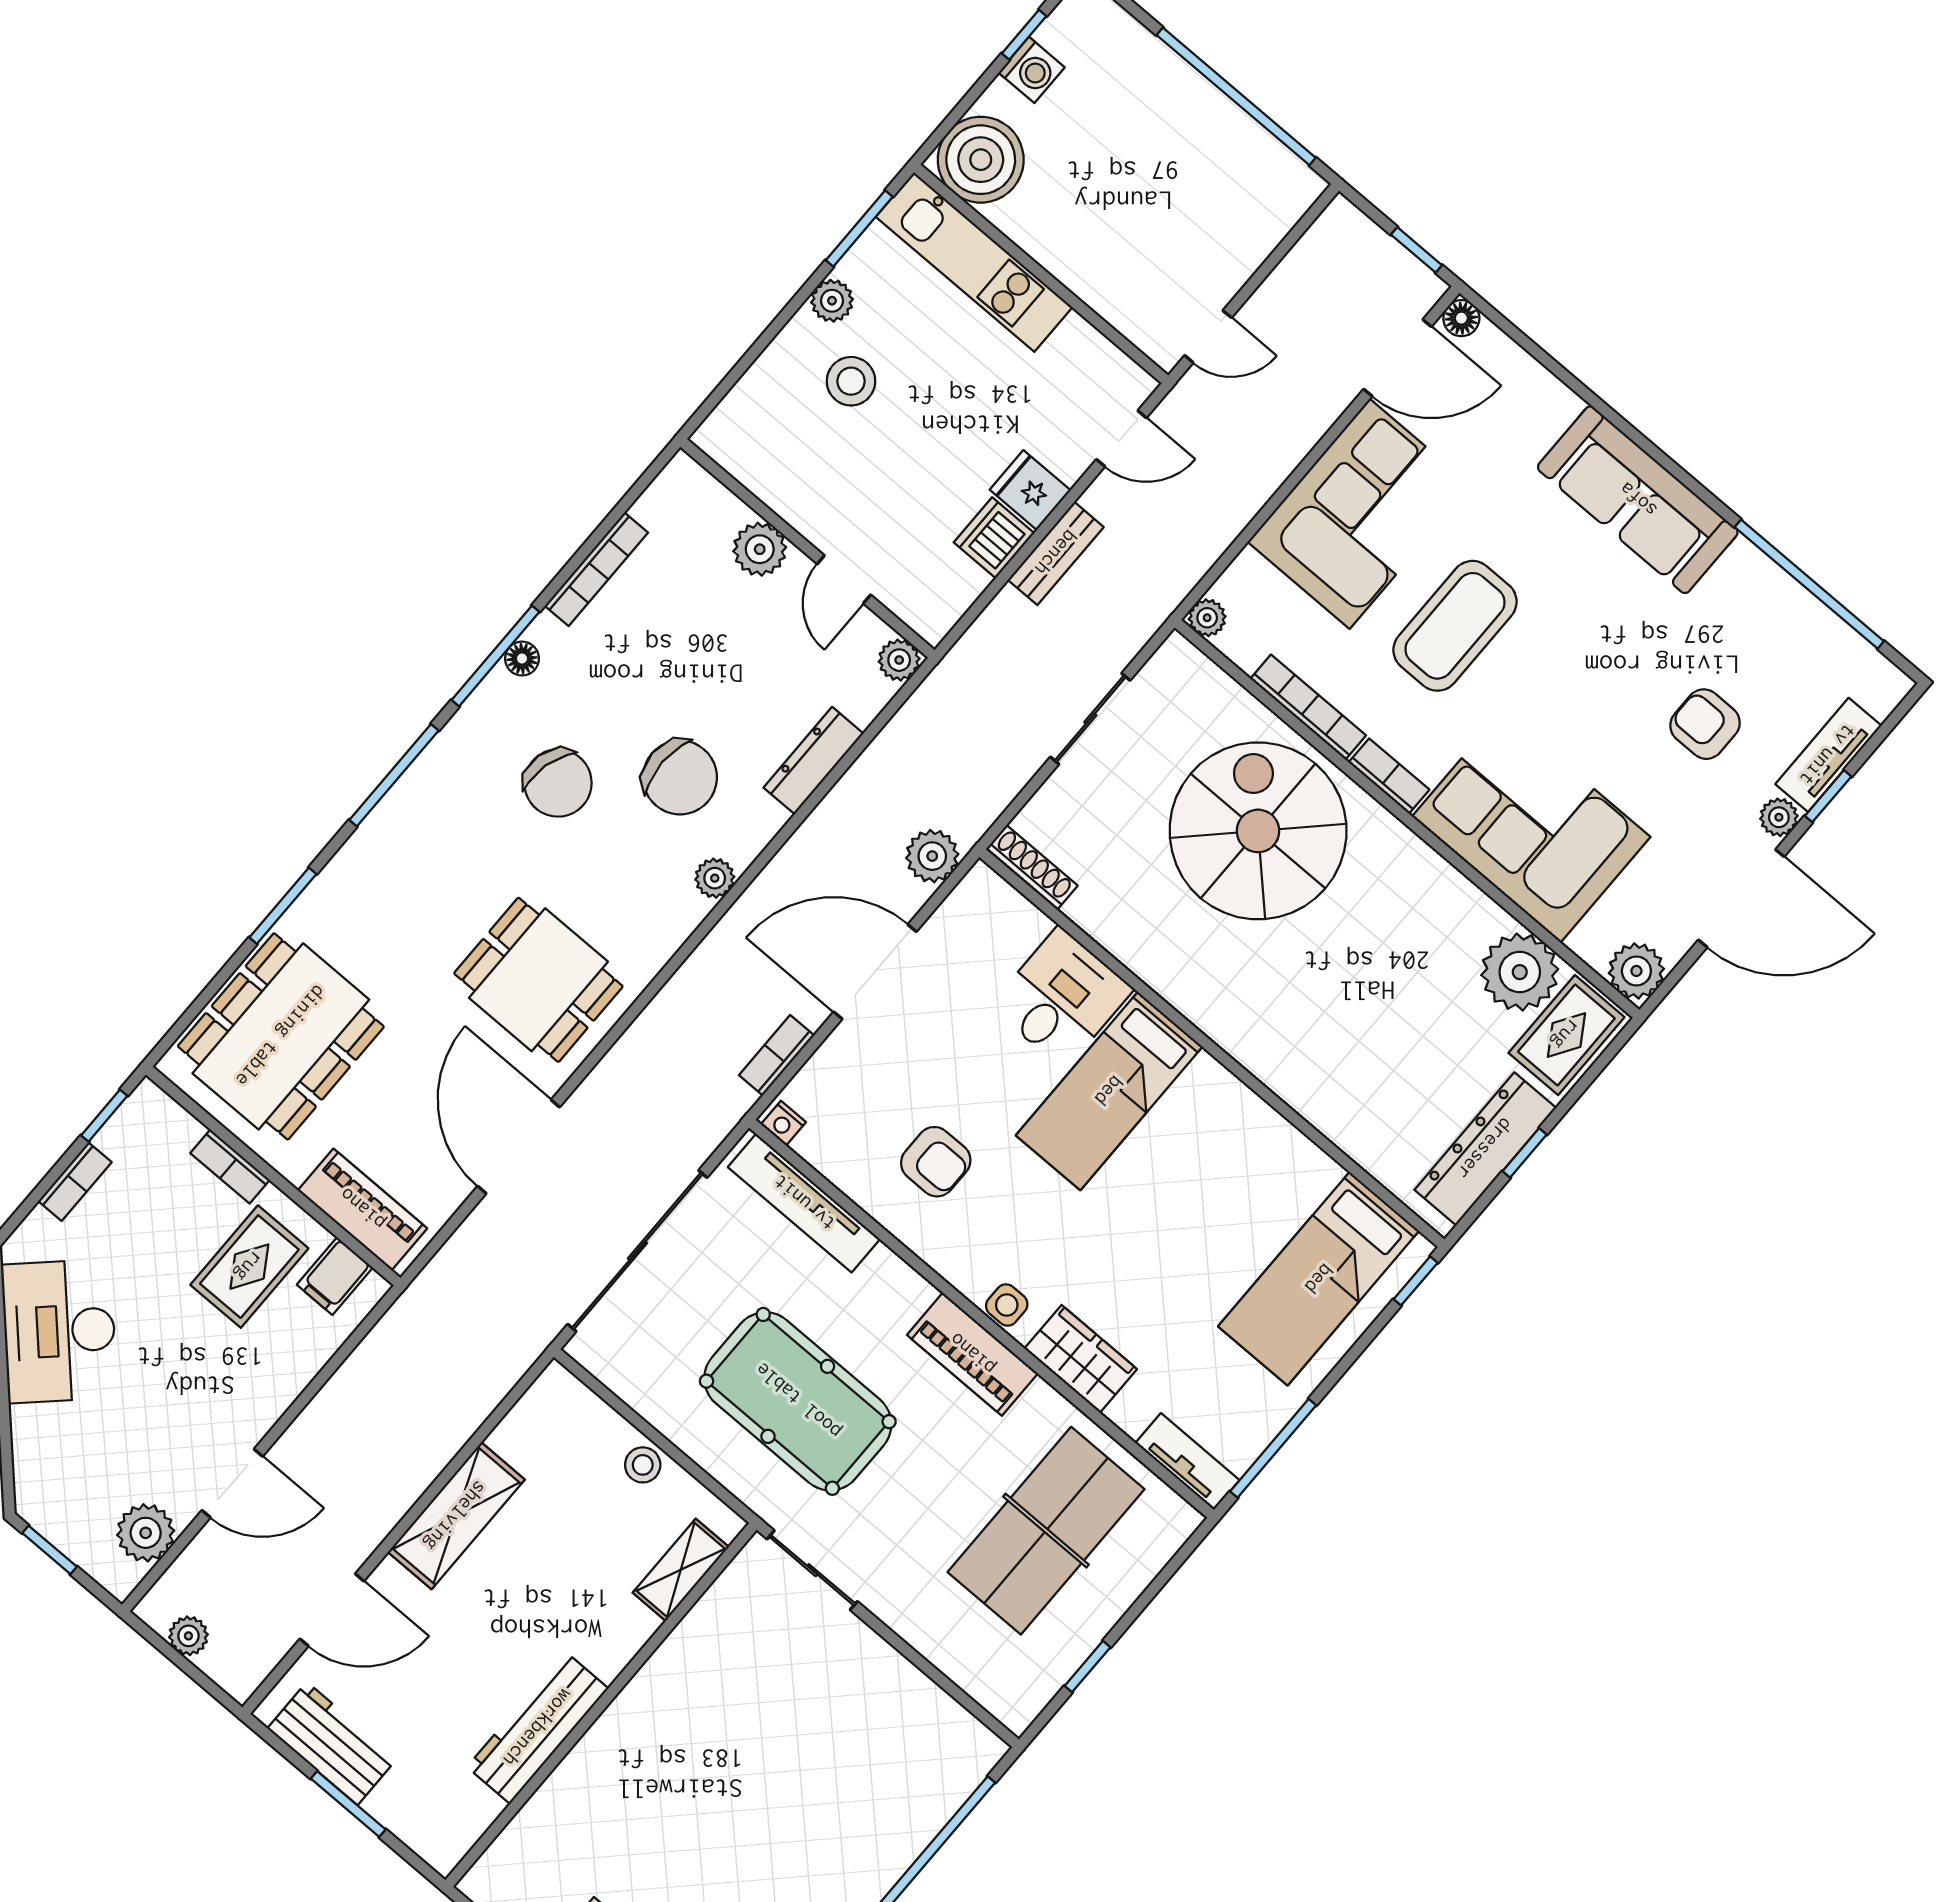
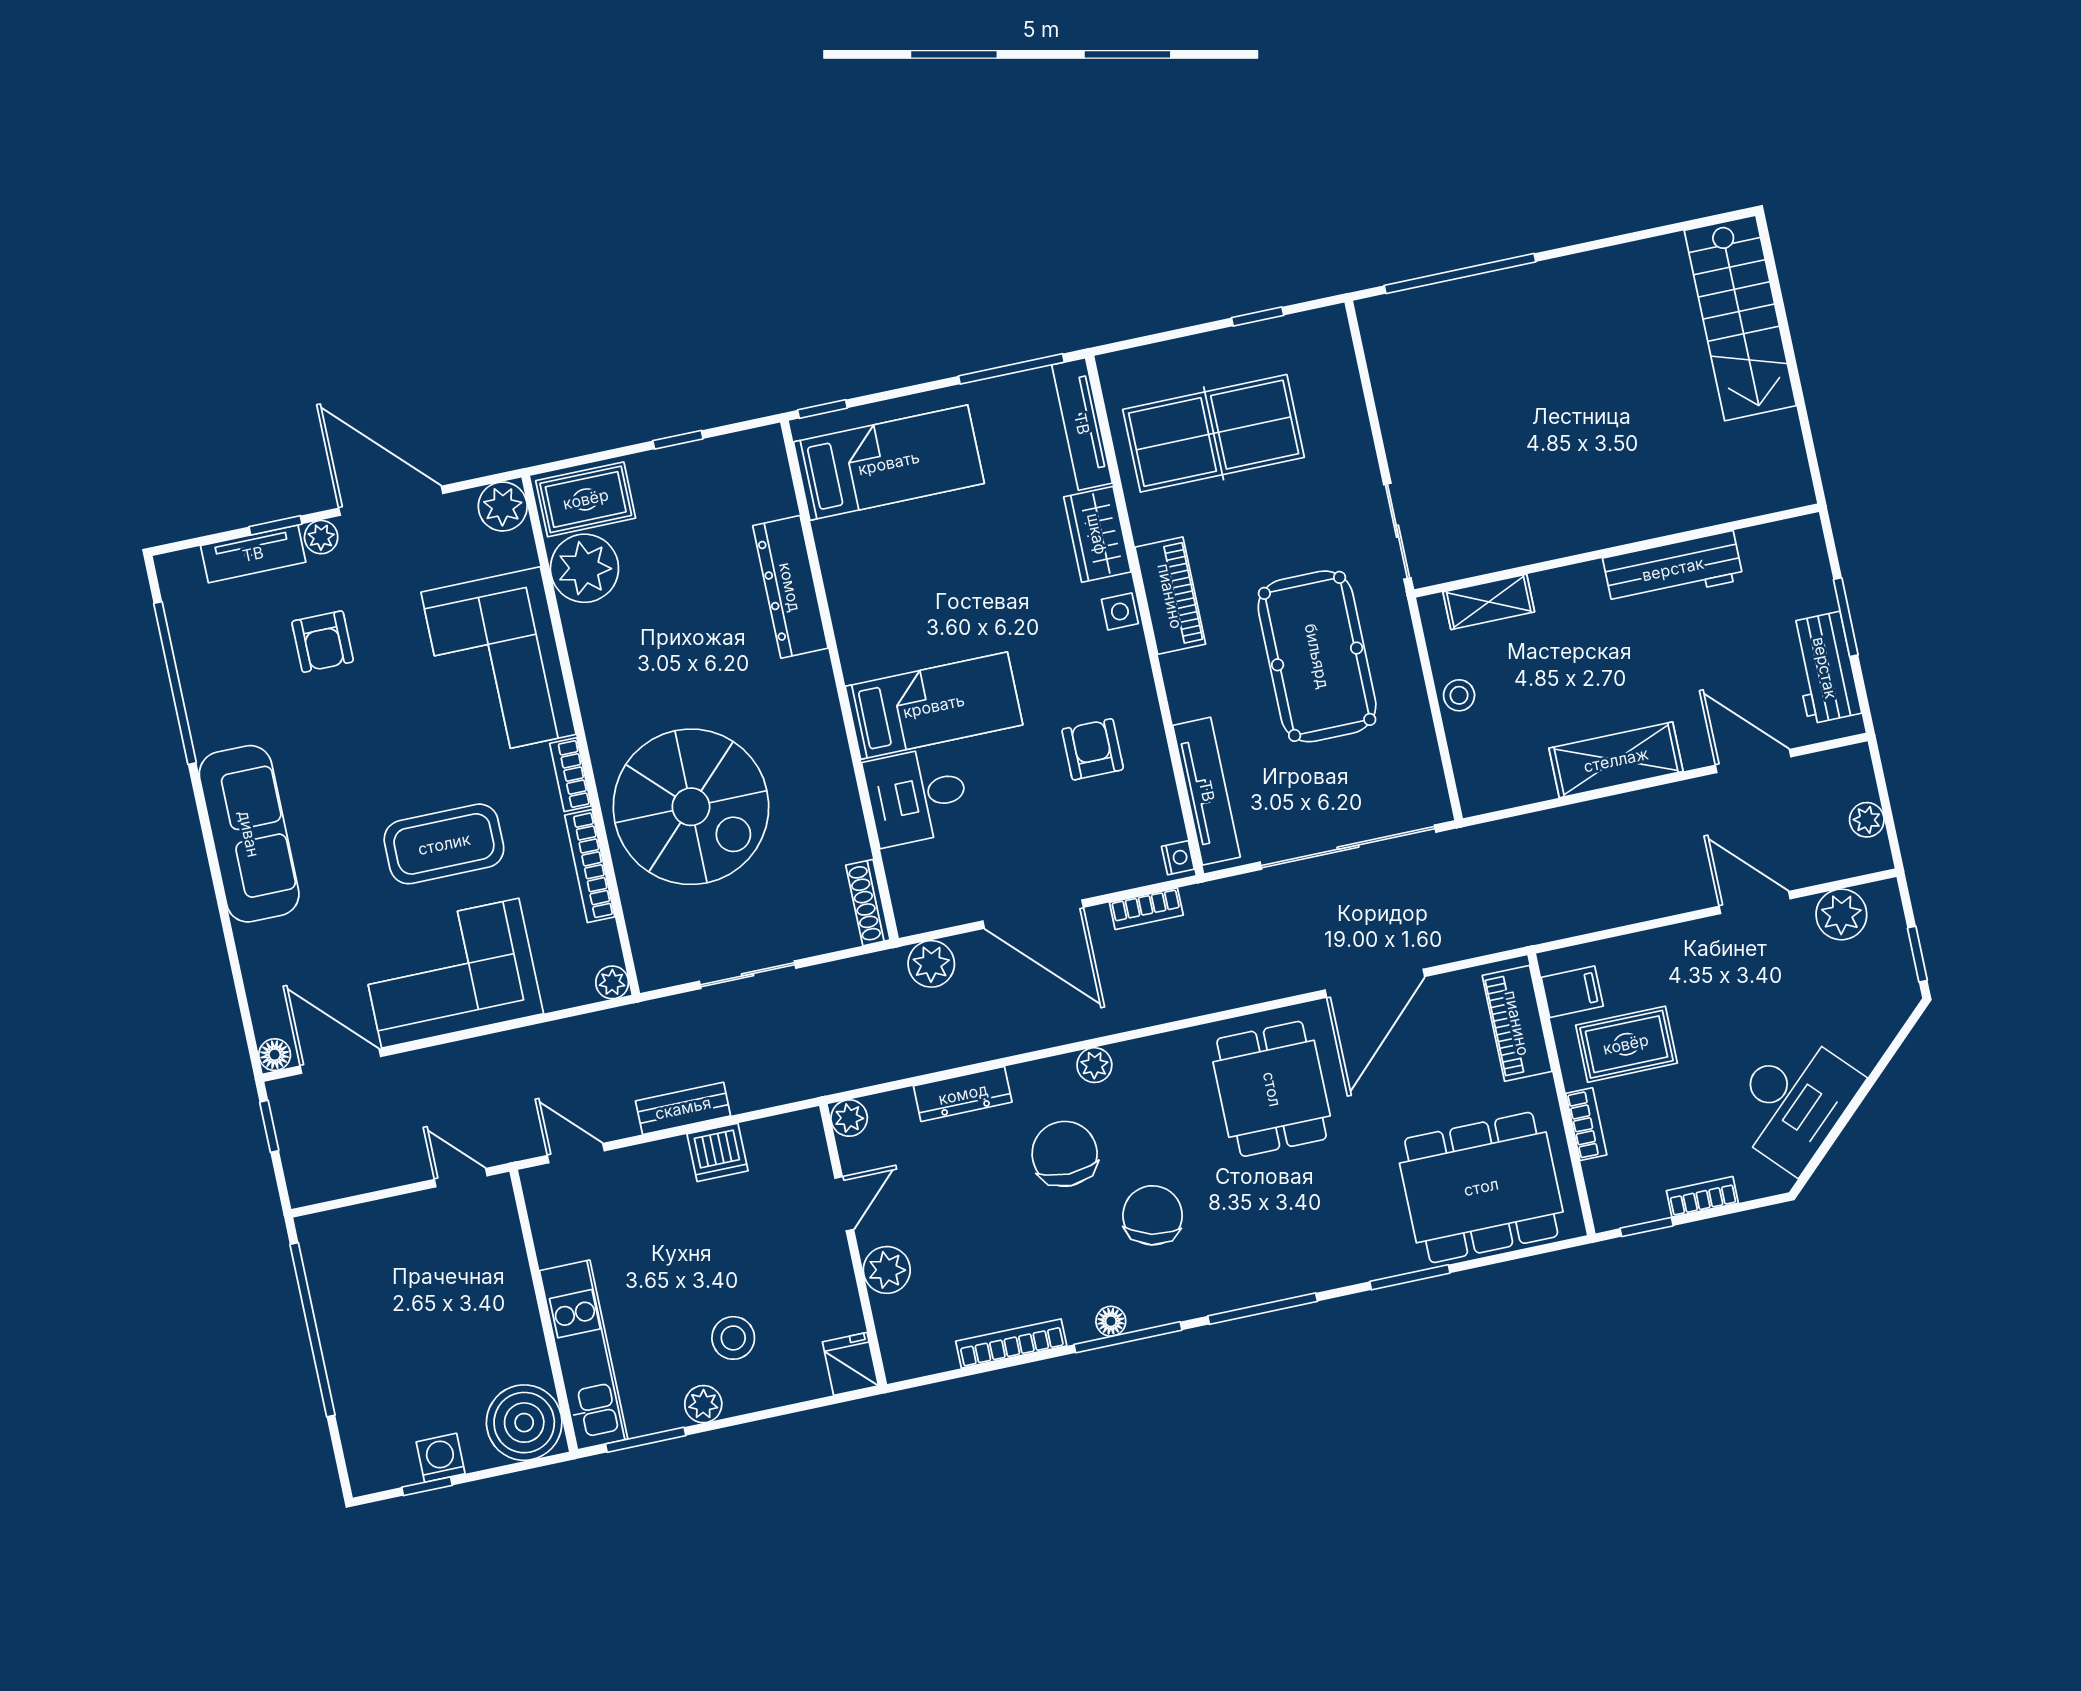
fridge: (1030, 490) -> (850, 1364), moved, turned 180
spiral stairs: (1258, 831) -> (691, 807), turned -90
dresser: (1485, 1149) -> (790, 587), moved, turned 90
tv unit: (1187, 1462) -> (1082, 424), width x1.41

